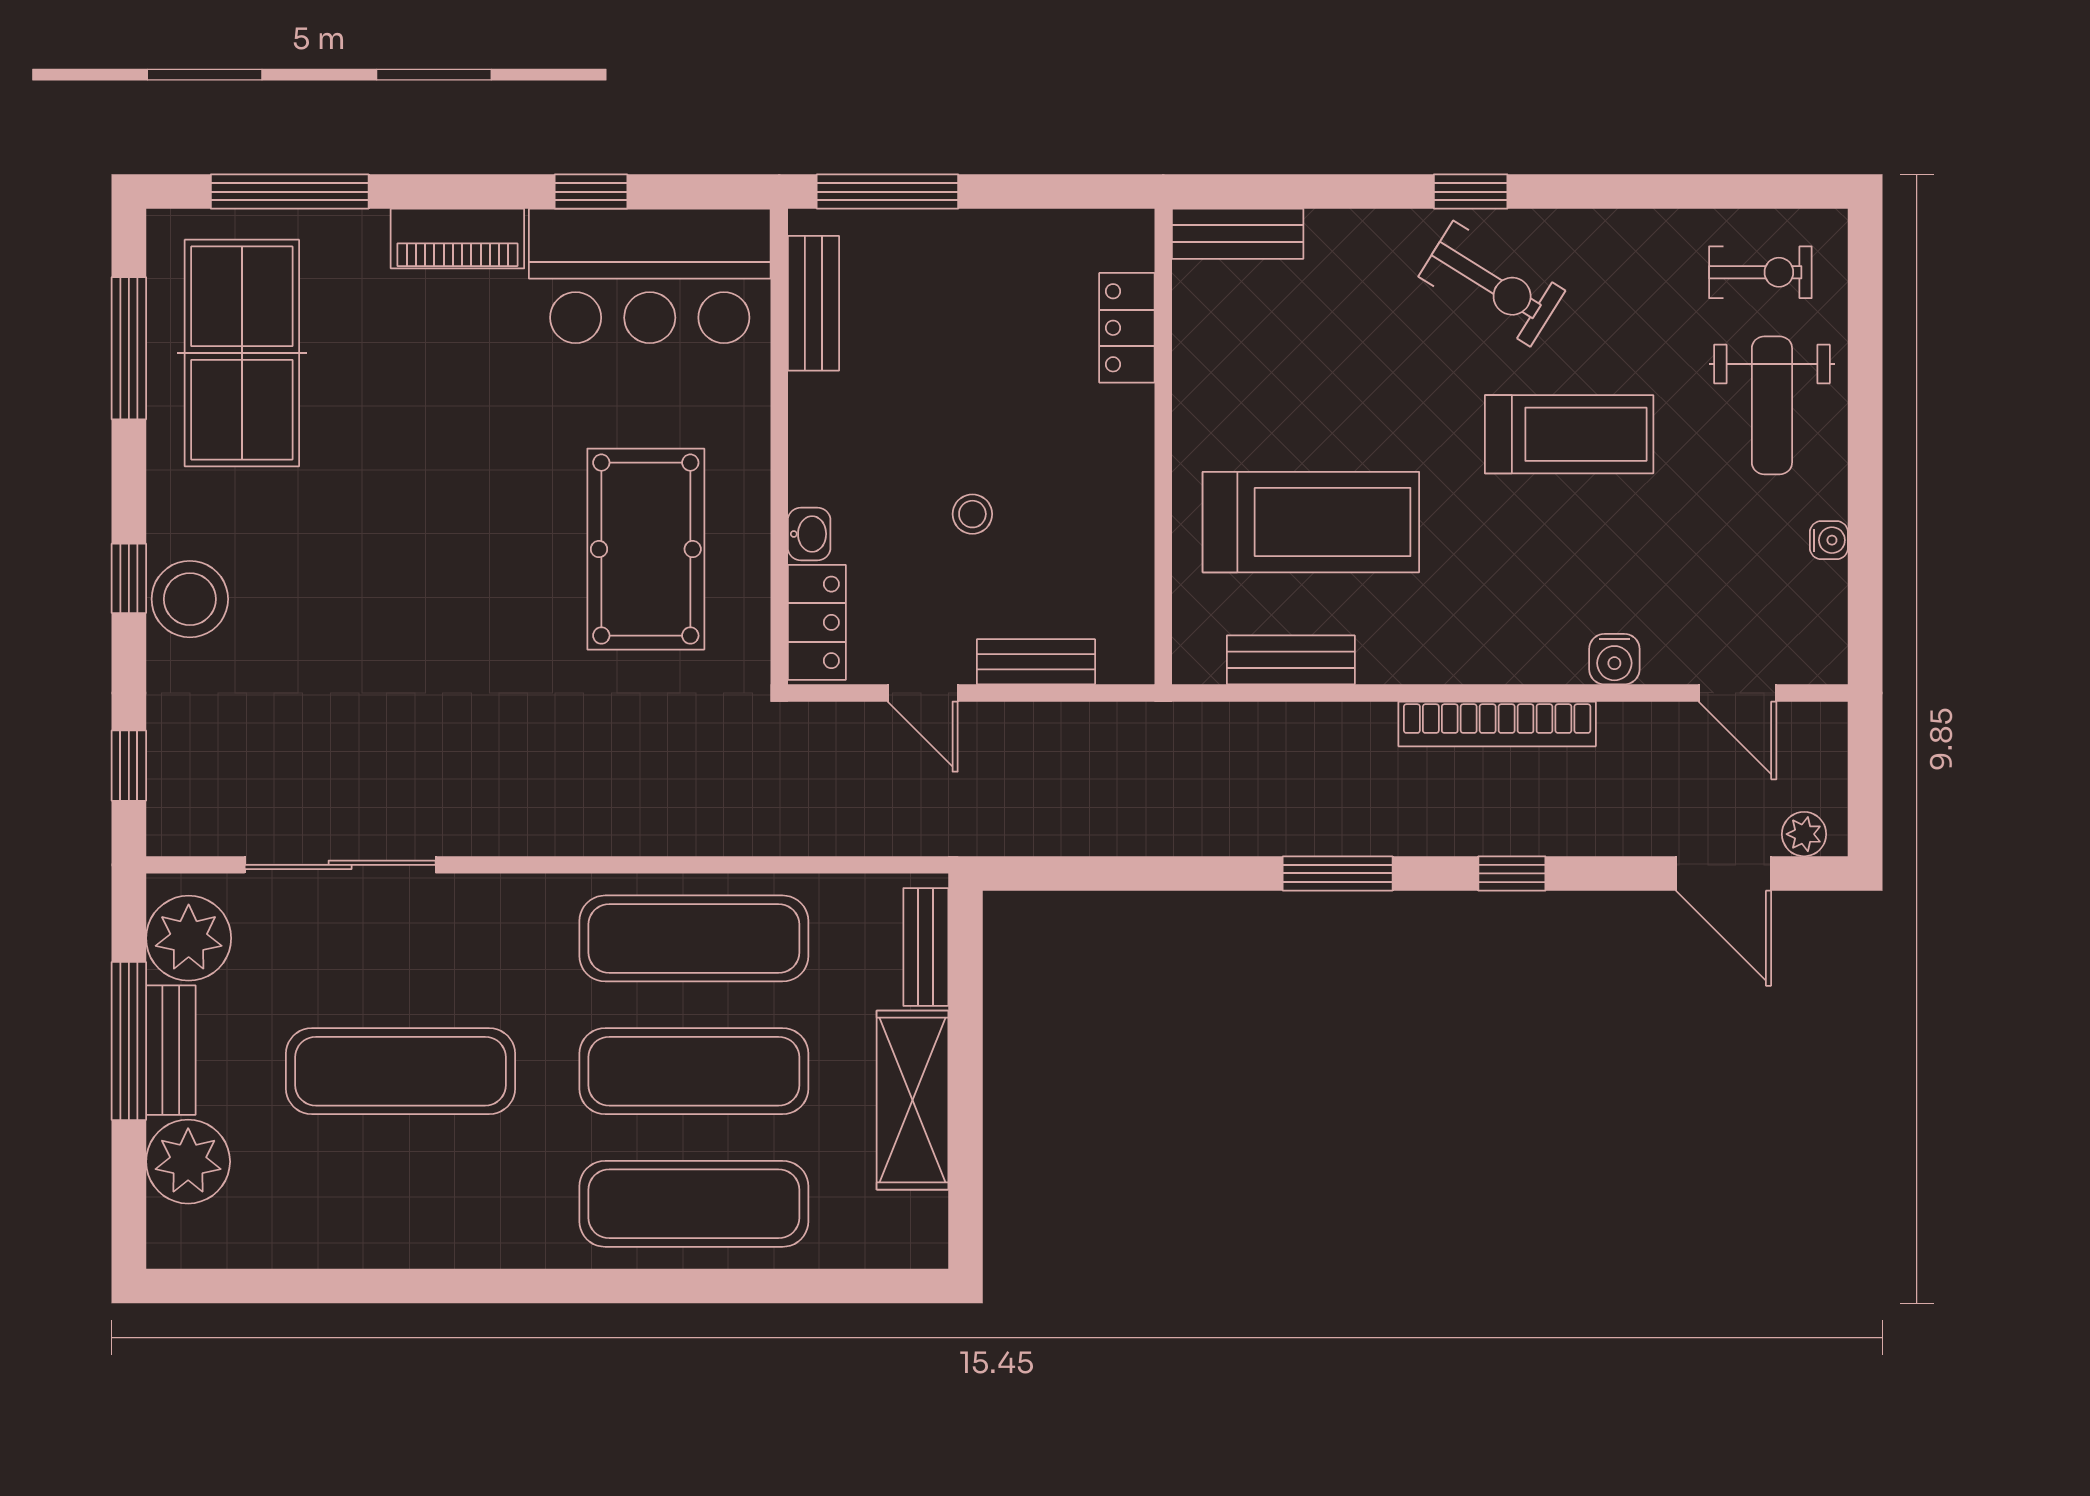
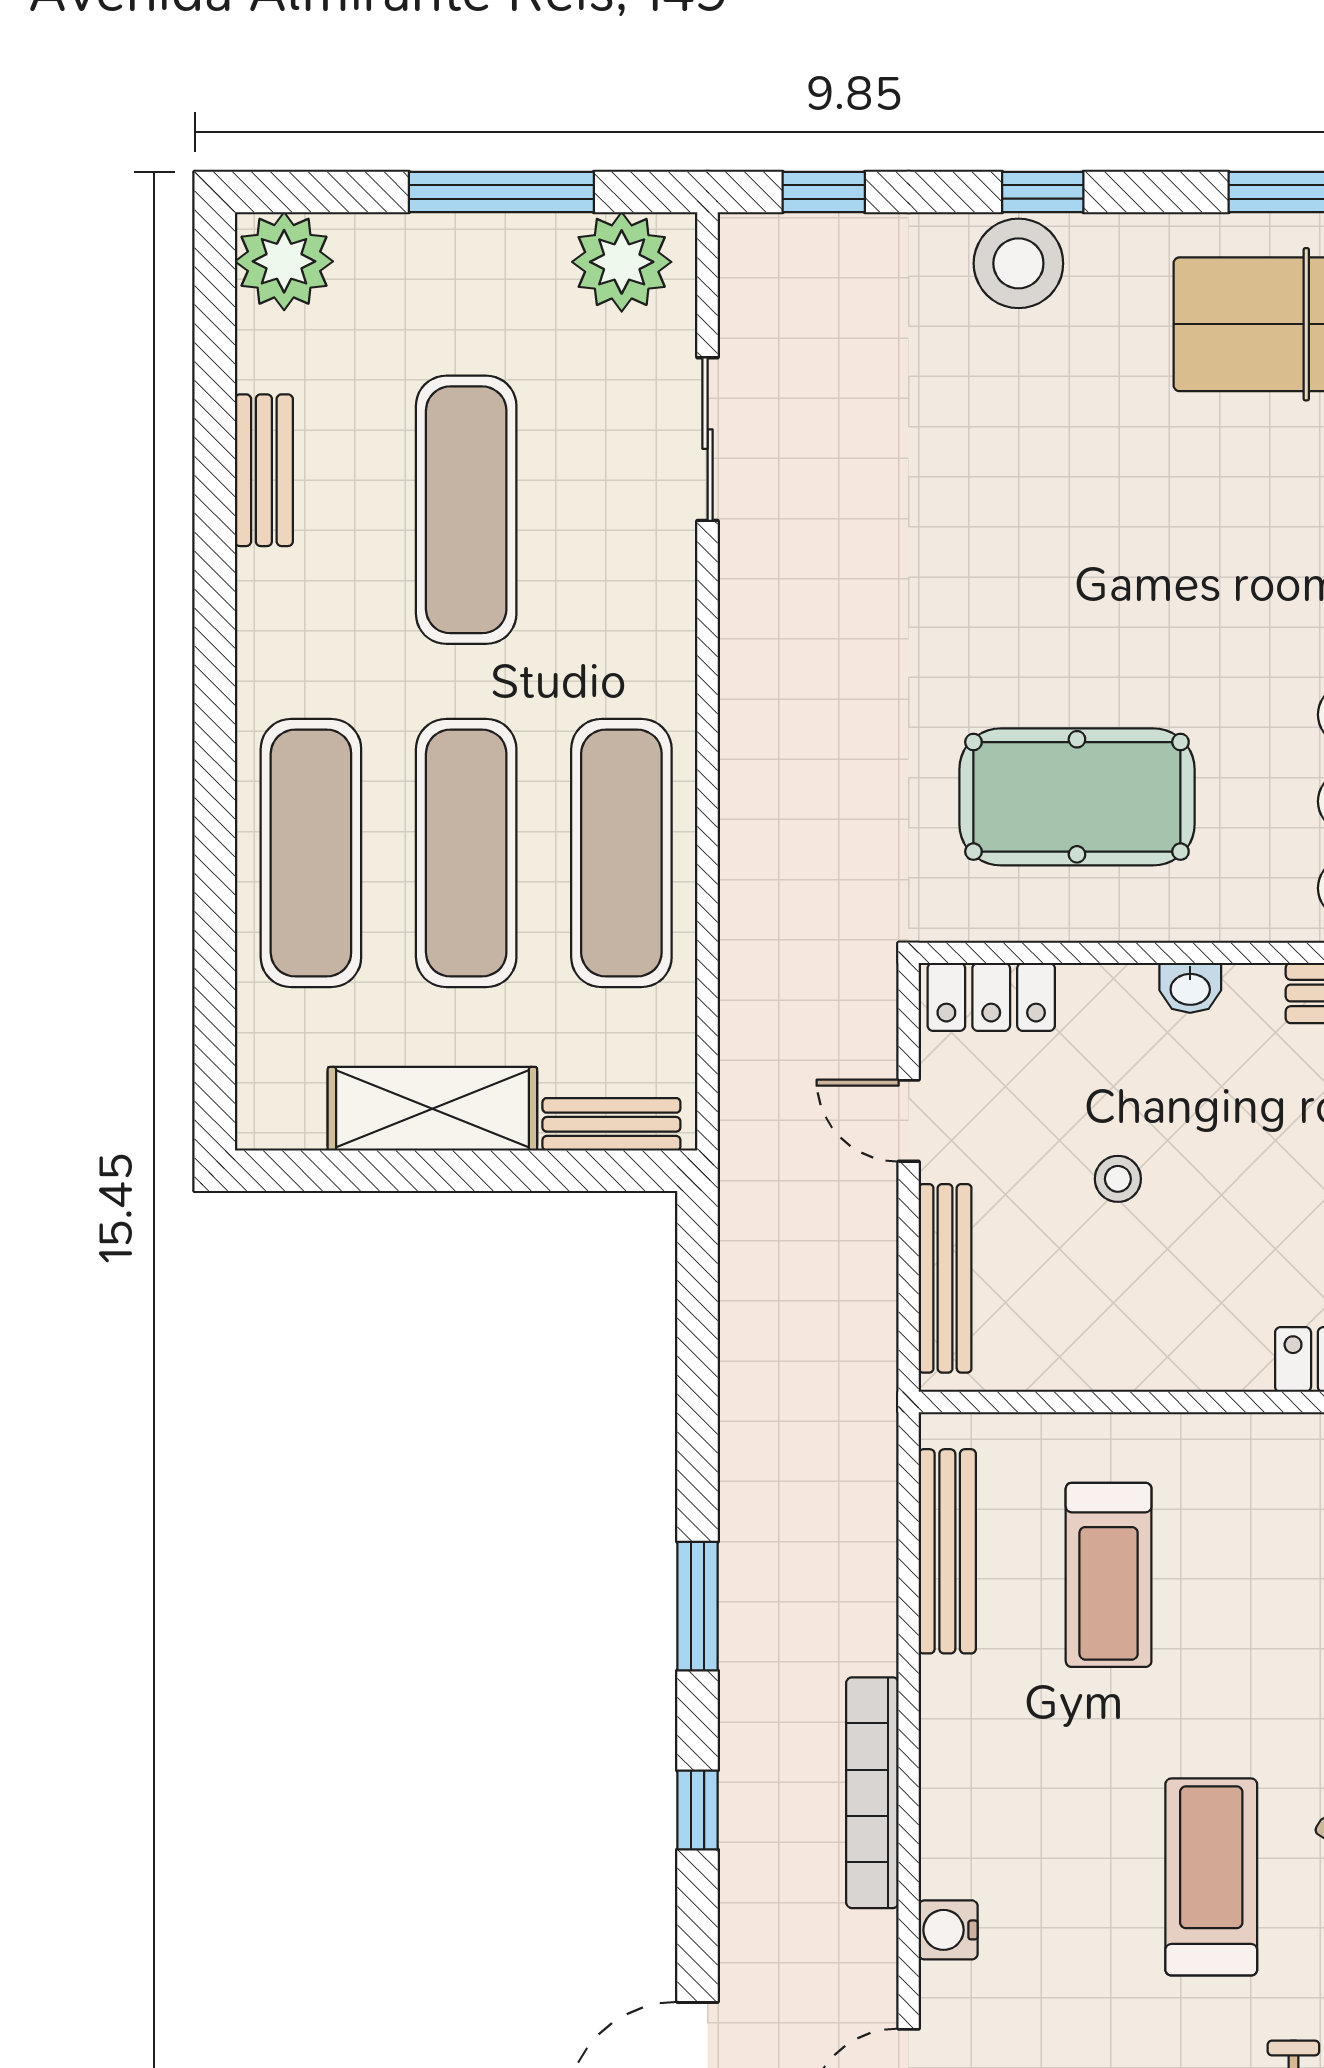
treadmill: (1569, 434) -> (1211, 1877), turned 180
treadmill: (1311, 522) -> (1109, 1575), width x0.73, depth x0.73
washbasin: (809, 534) -> (1190, 988), moved
bench: (1291, 660) -> (947, 1551), width x1.36
bench: (1036, 662) -> (945, 1278), width x1.36
door: (923, 693) -> (909, 1121), hinge flipped
sliding door: (340, 865) -> (708, 439), width x0.73
bench: (171, 1050) -> (264, 470), moved, turned 90
plant: (188, 1162) -> (284, 261), moved

